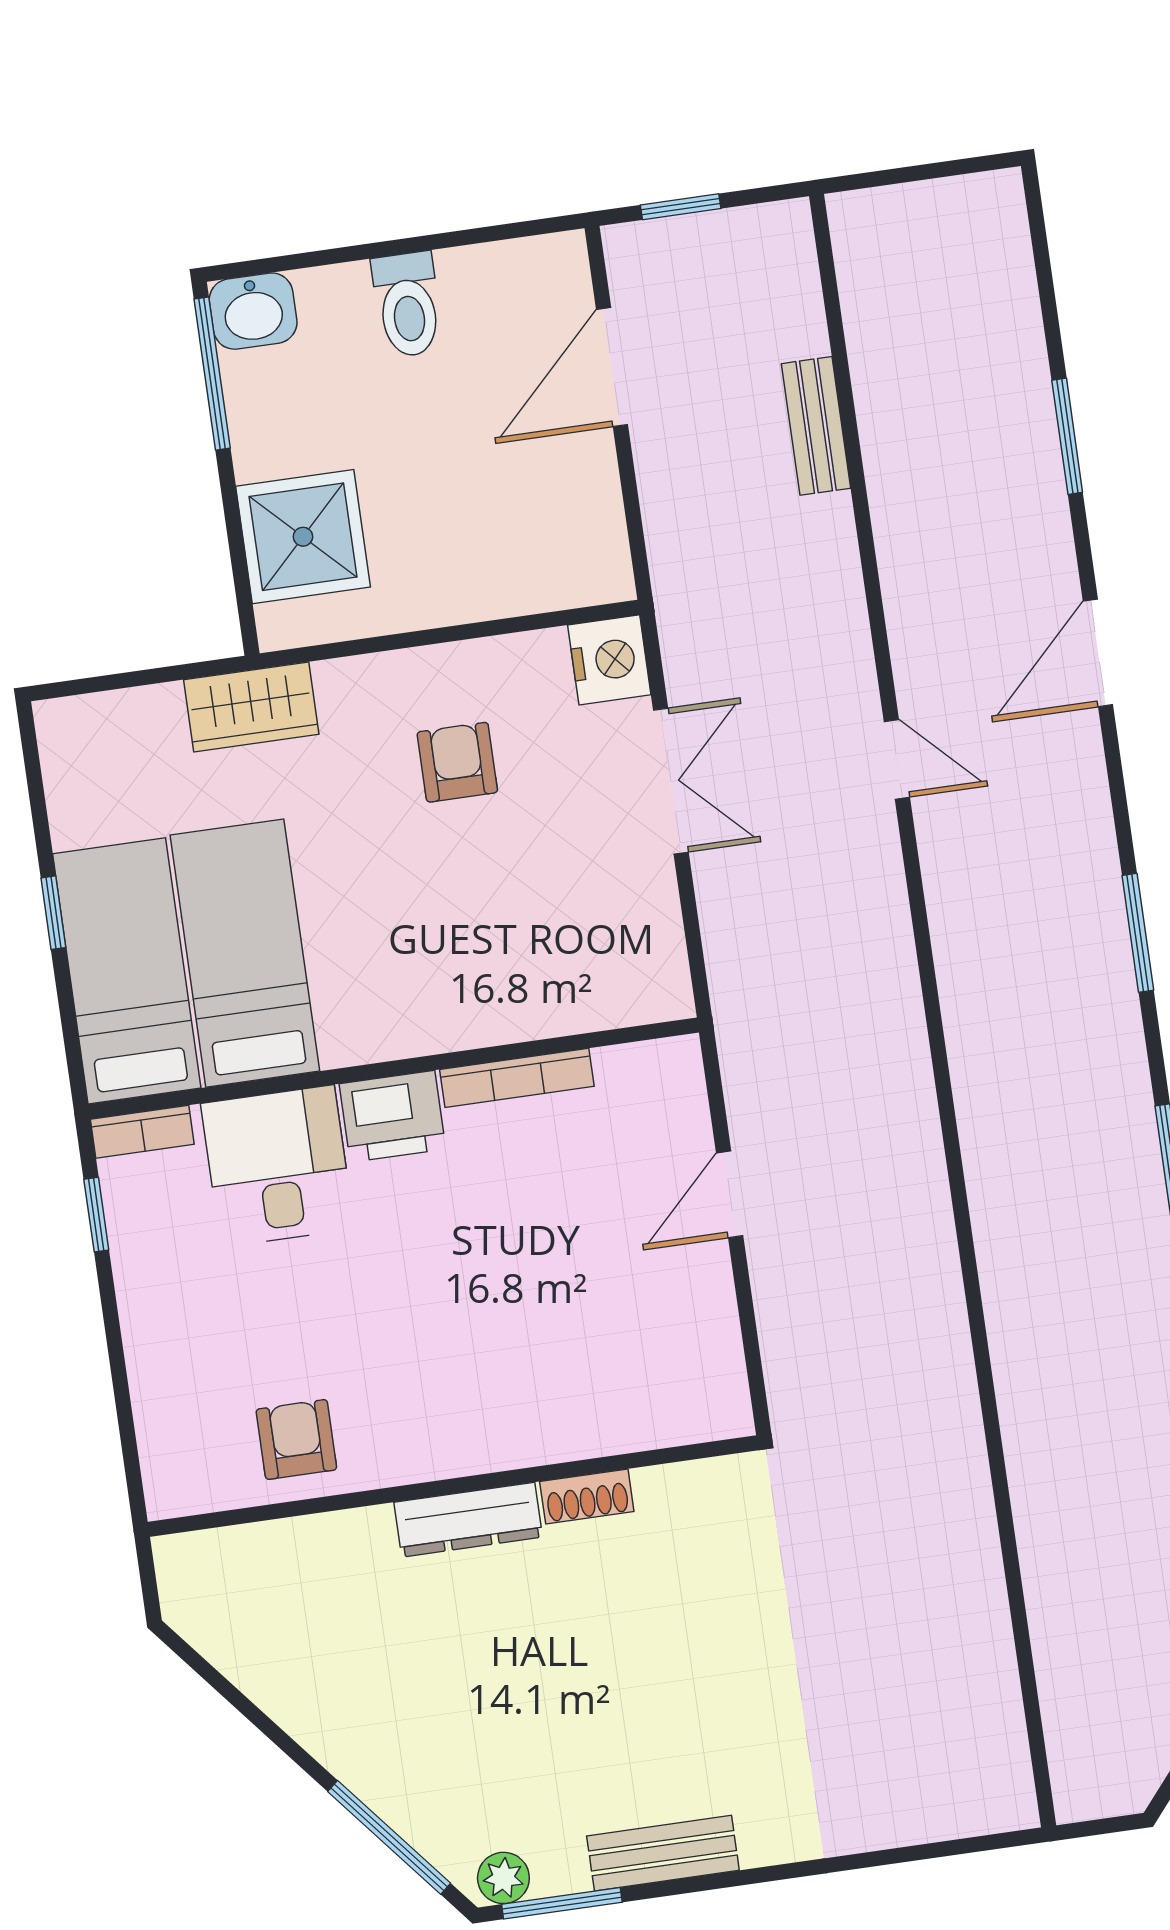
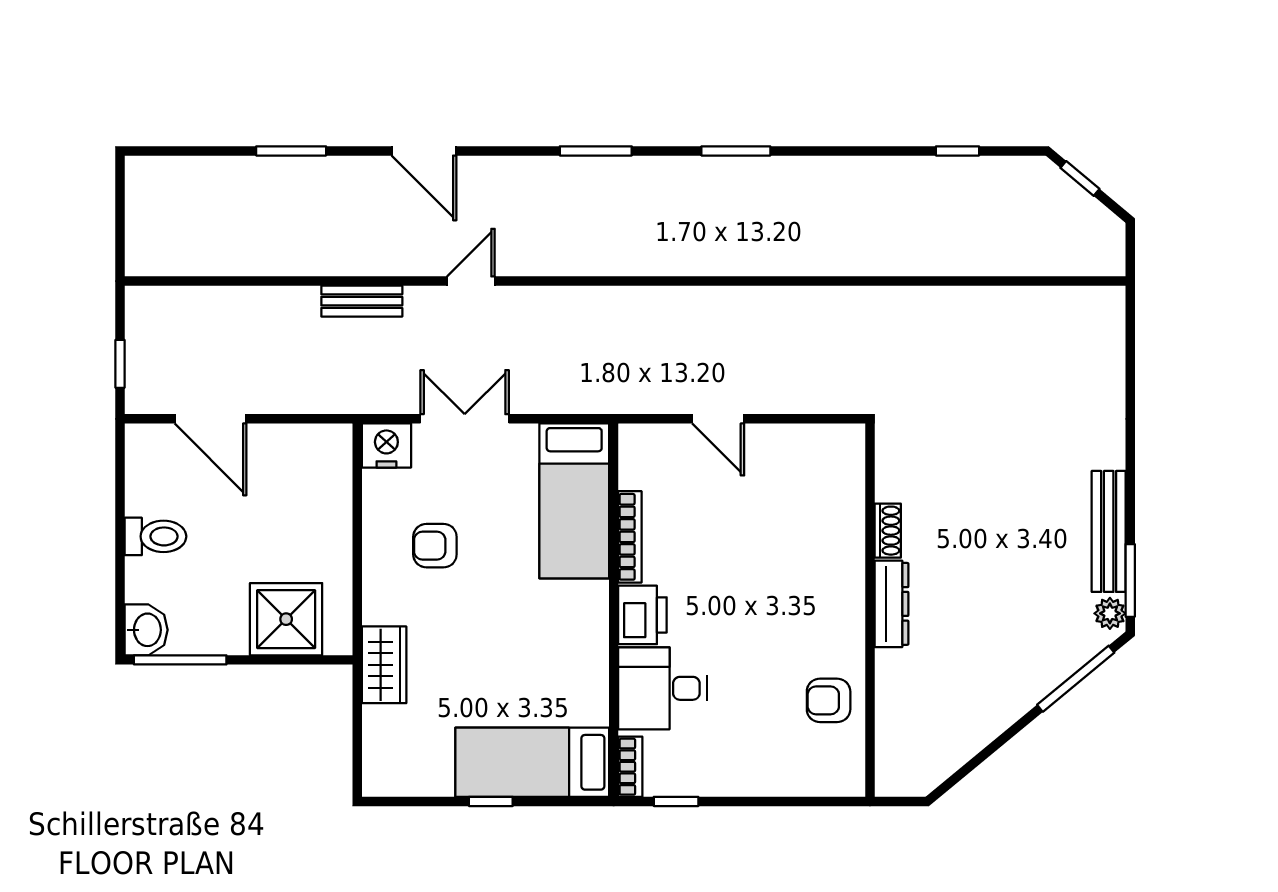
bench: (816, 426) -> (362, 301), moved
bed: (245, 953) -> (574, 501), moved, turned -90
bench: (663, 1853) -> (1109, 531), width x1.36

